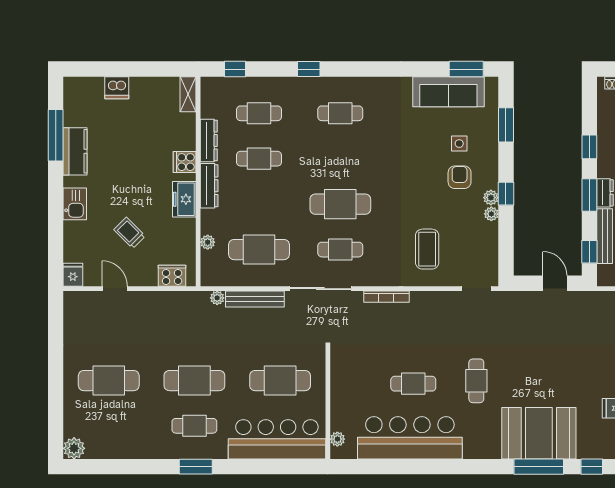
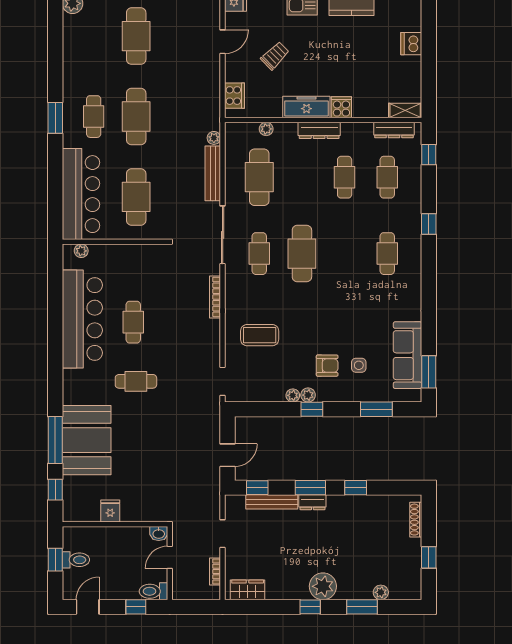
dresser: (209, 140) -> (394, 130), moved
freezer: (184, 199) -> (306, 107), width x1.40

